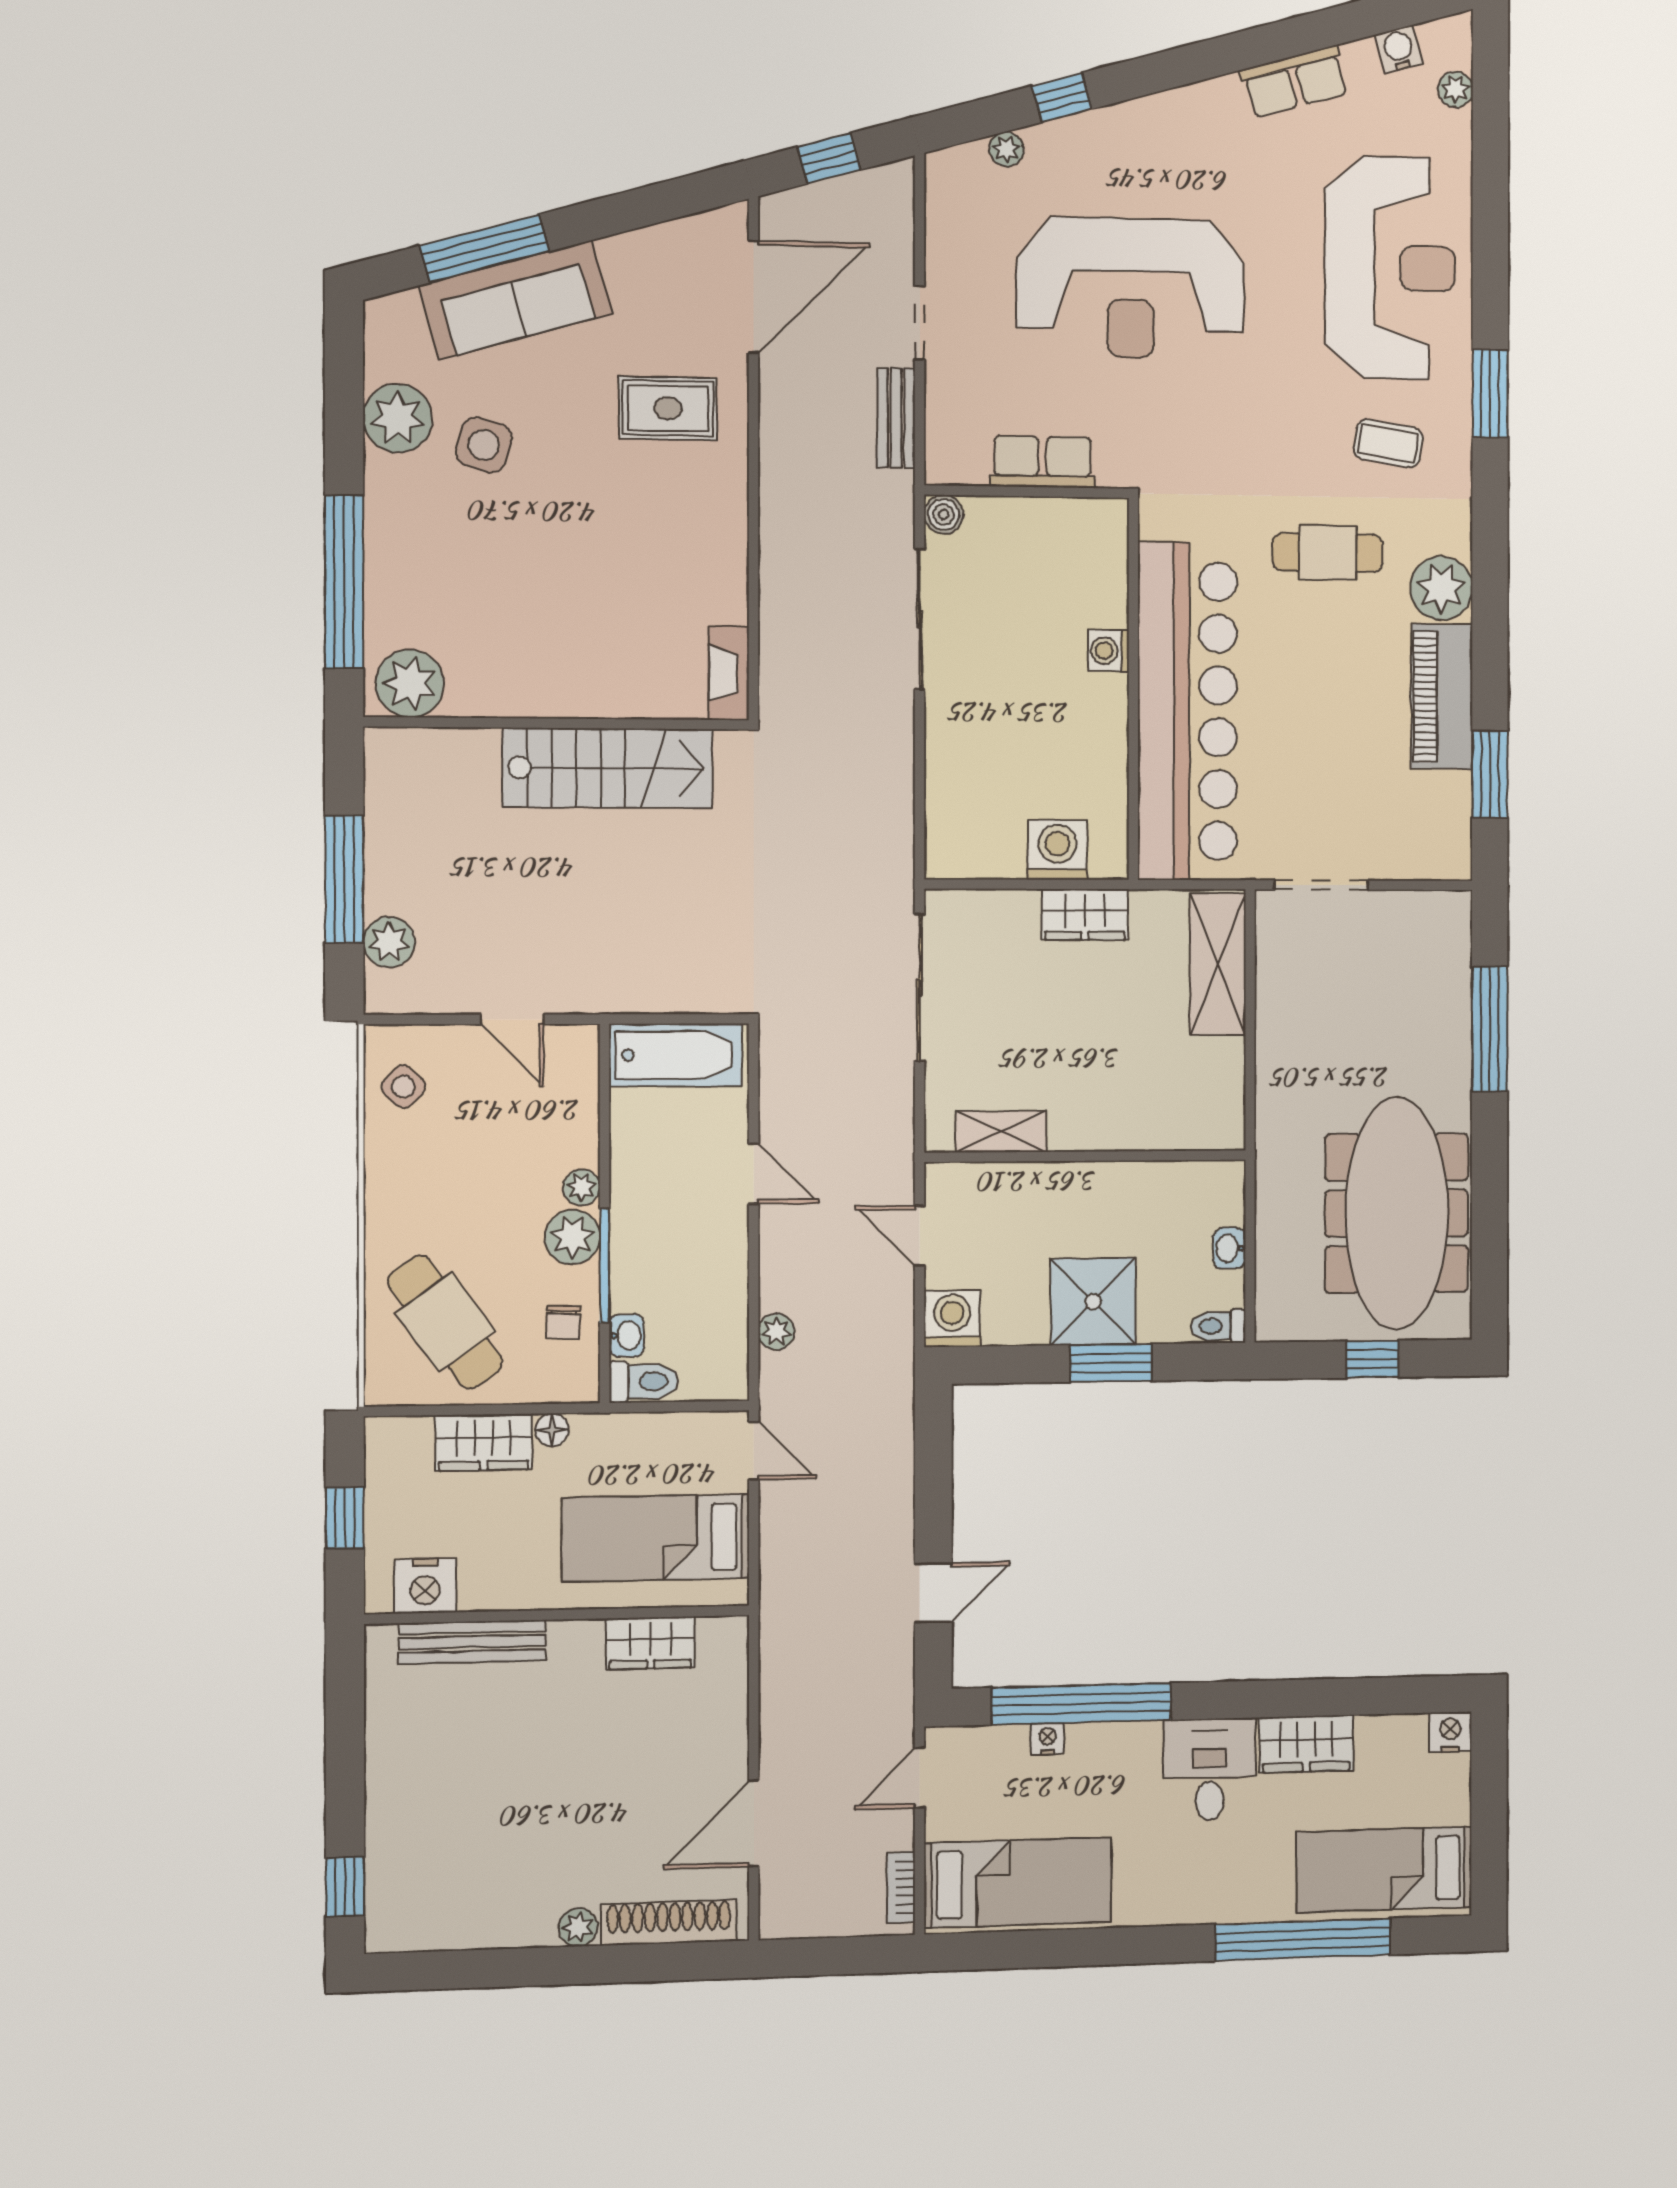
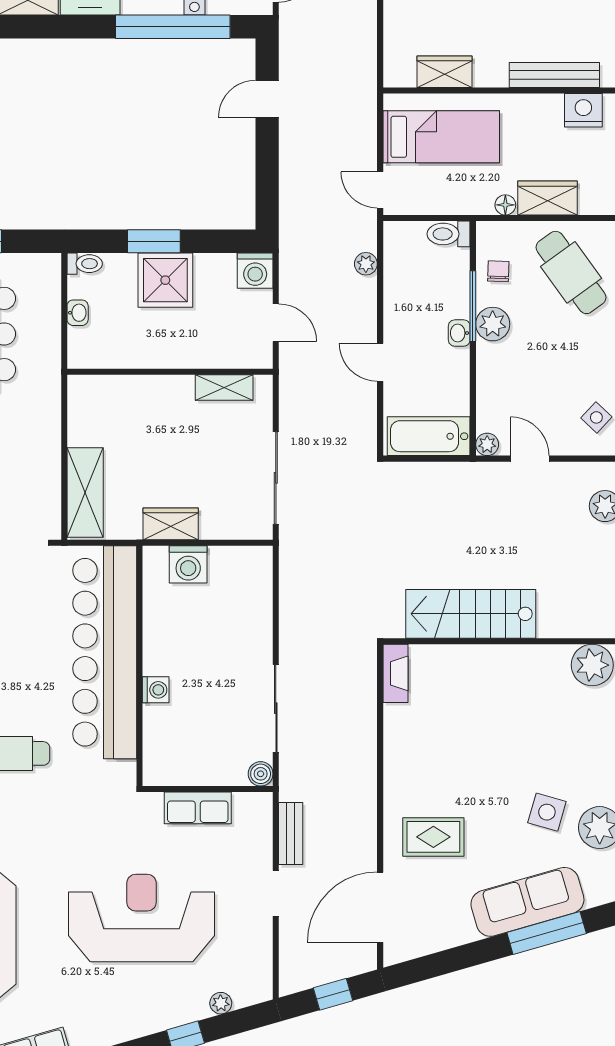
plant: (581, 1187) -> (487, 444), moved
washbasin: (627, 1336) -> (459, 333), moved

